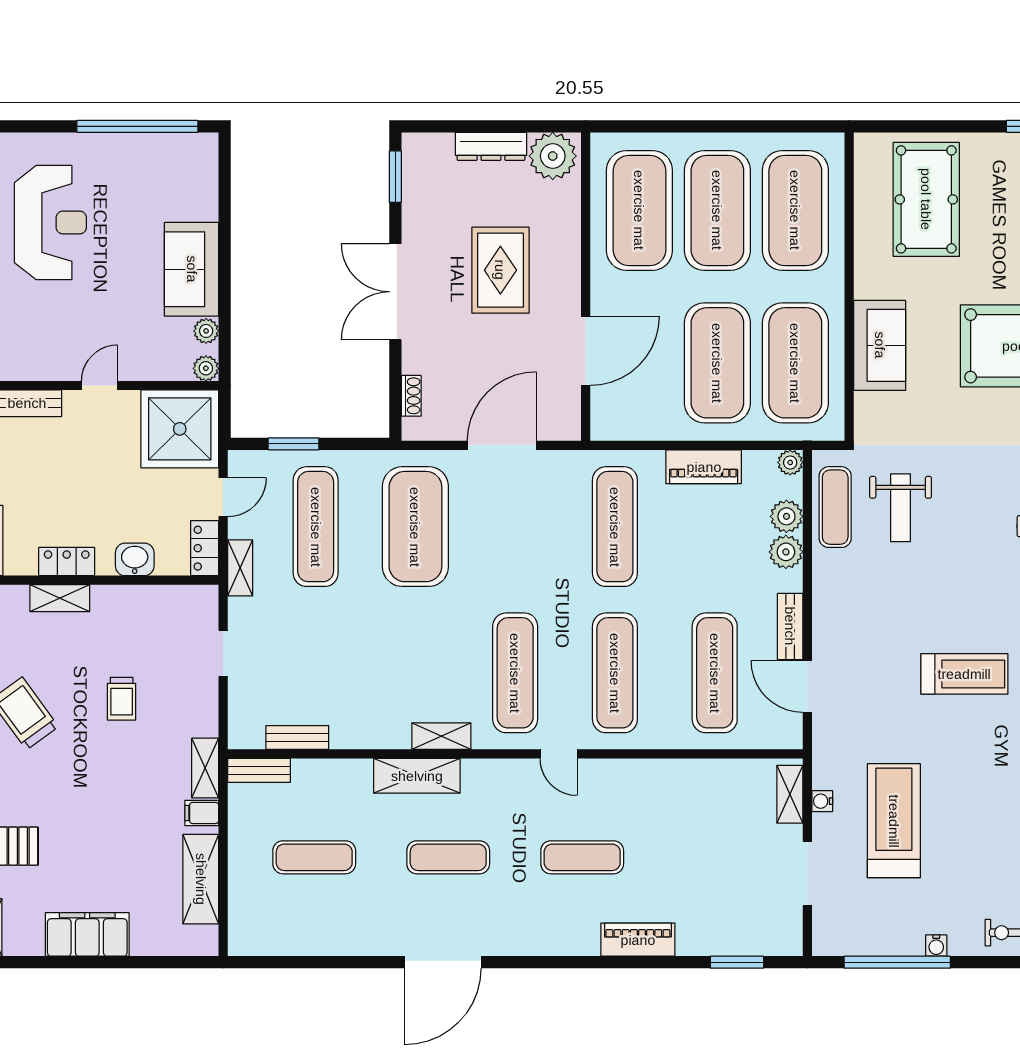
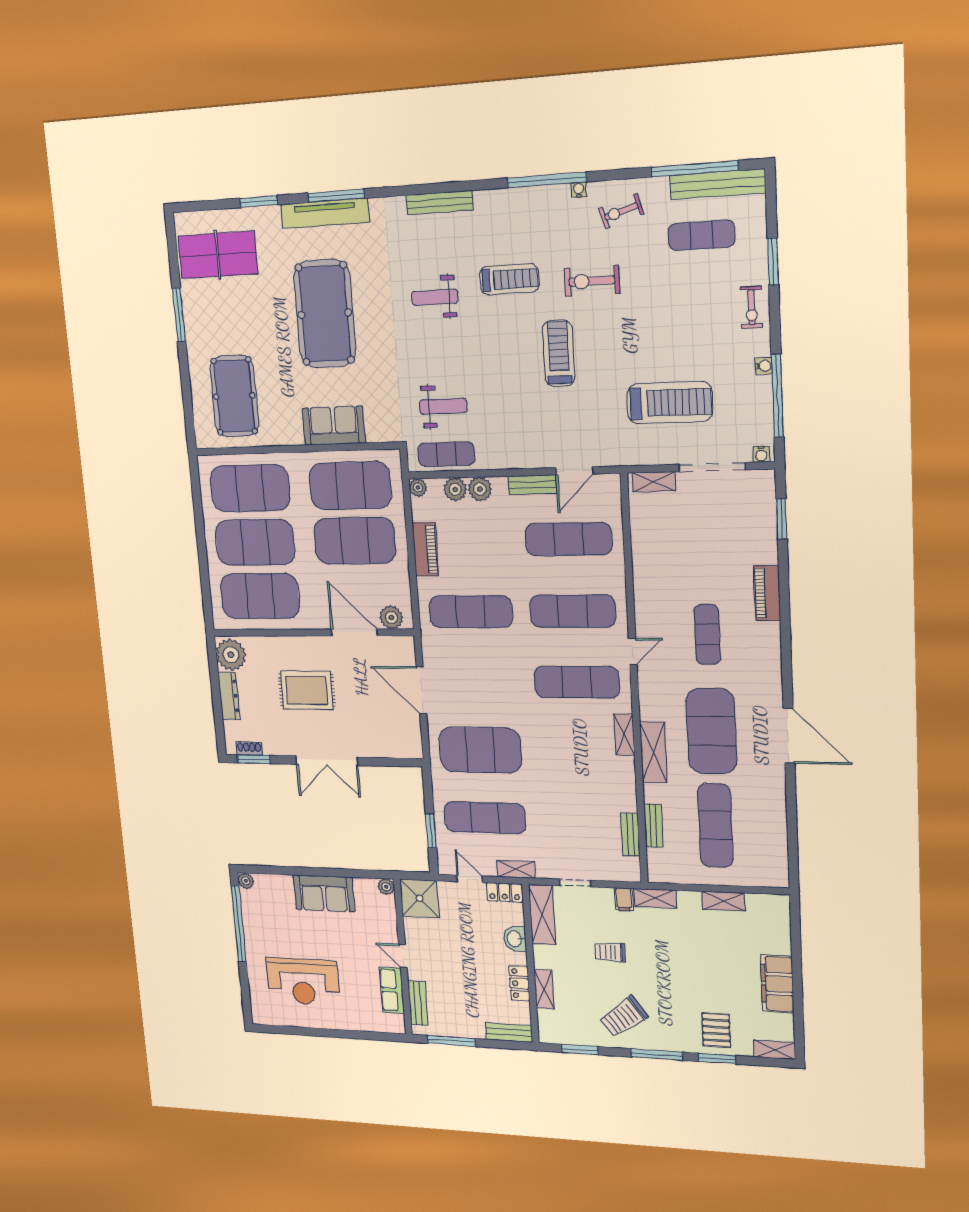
pool table: (926, 199) -> (234, 396), turned 90
reception desk: (50, 223) -> (303, 981), turned 180
plant: (206, 331) -> (246, 881), moved
row of seats: (45, 364) -> (392, 990), added
shoe rack: (411, 396) -> (249, 749), moved
plant: (607, 409) -> (391, 617), added
shower: (180, 429) -> (419, 898), width x0.73, depth x0.73
shelving: (173, 603) -> (542, 915), added
trolley: (122, 699) -> (610, 952), turned 180
bench: (259, 770) -> (653, 825), moved
water cooler: (822, 801) -> (761, 454), moved
filing cabinet: (202, 813) -> (624, 899), moved
treadmill: (894, 821) -> (670, 403), turned 180
exercise mat: (314, 857) -> (715, 825), width x1.36, depth x1.45
exercise mat: (448, 857) -> (711, 731), width x2.00, depth x1.45
doorway: (807, 873) -> (712, 467), width x1.36
shelving: (201, 879) -> (723, 901), width x0.67, depth x0.75

